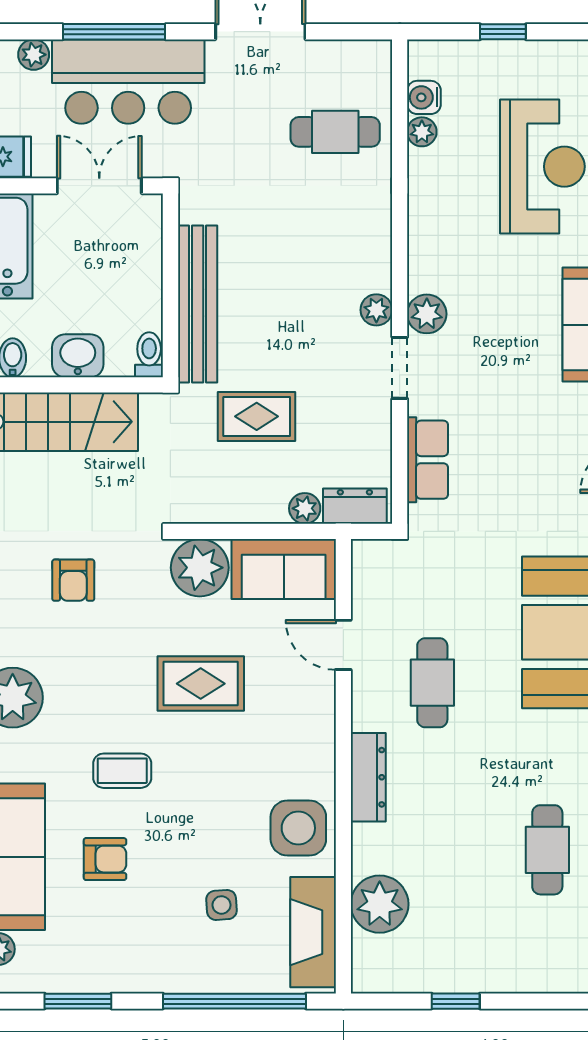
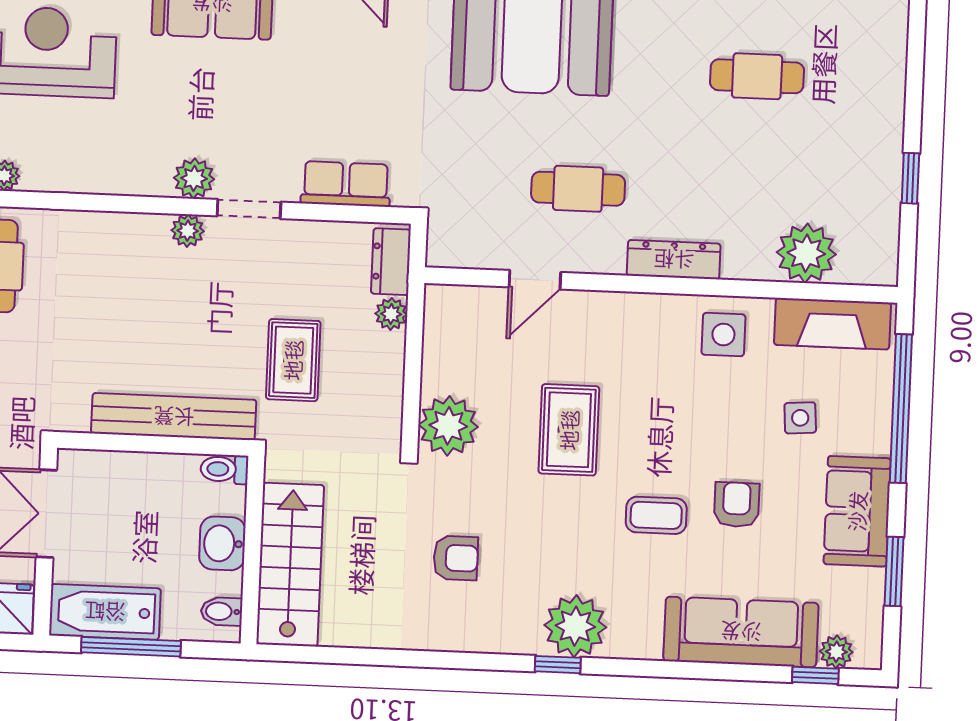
sofa: (284, 569) -> (857, 511), moved, turned 180
coffee table: (122, 771) -> (656, 515), turned 90
side table: (298, 828) -> (723, 335), width x0.73, depth x0.73
armchair: (105, 859) -> (737, 505), moved

